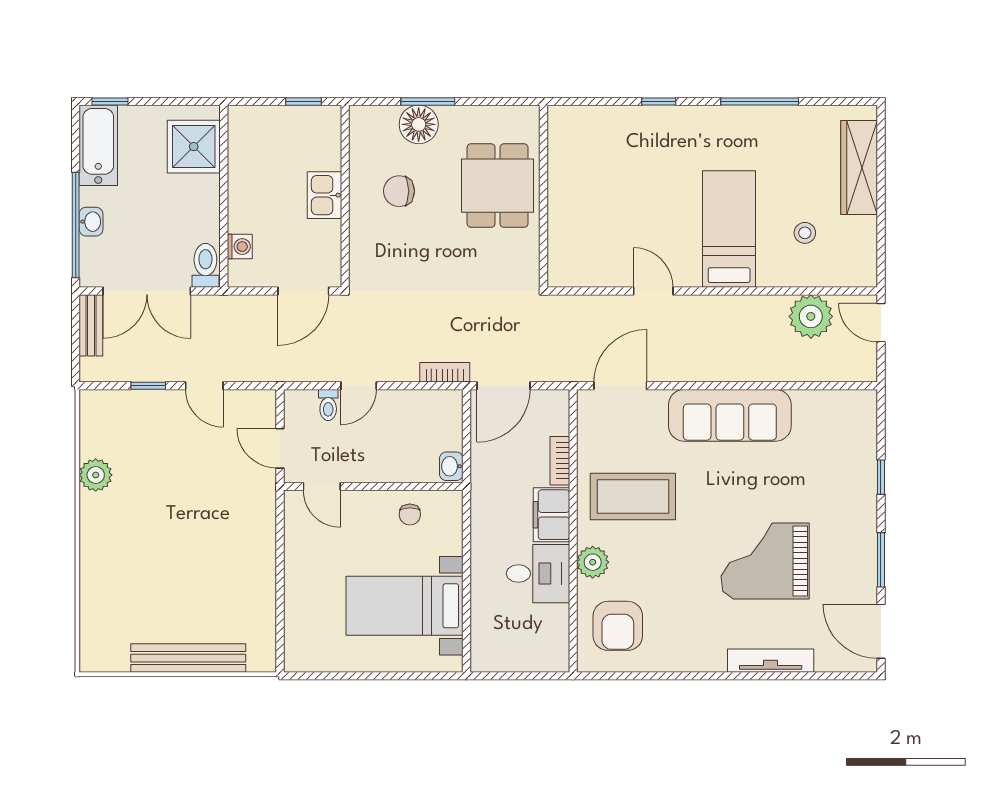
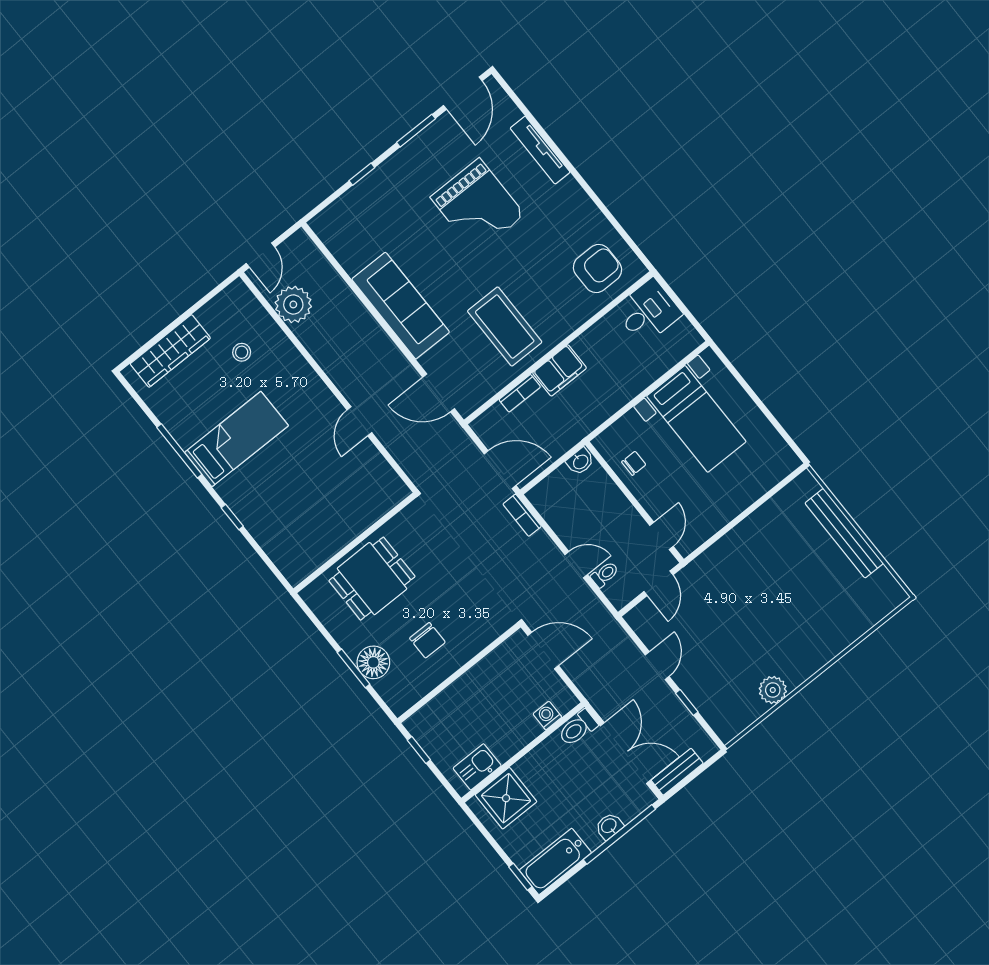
kitchen sink: (324, 195) -> (477, 767), moved, turned 180
bed: (729, 229) -> (236, 439), moved, turned 180
plant: (593, 562) -> (569, 318), removed
desk: (538, 574) -> (648, 312), moved, turned 90

